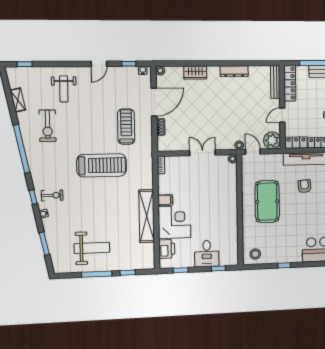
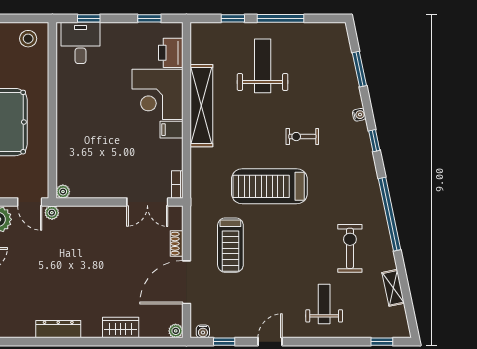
double door: (202, 153) -> (147, 202), moved
exercise bike: (52, 195) -> (302, 137), moved
weight bench: (92, 248) -> (263, 66), moved, turned 90
desk: (207, 254) -> (81, 43), moved

